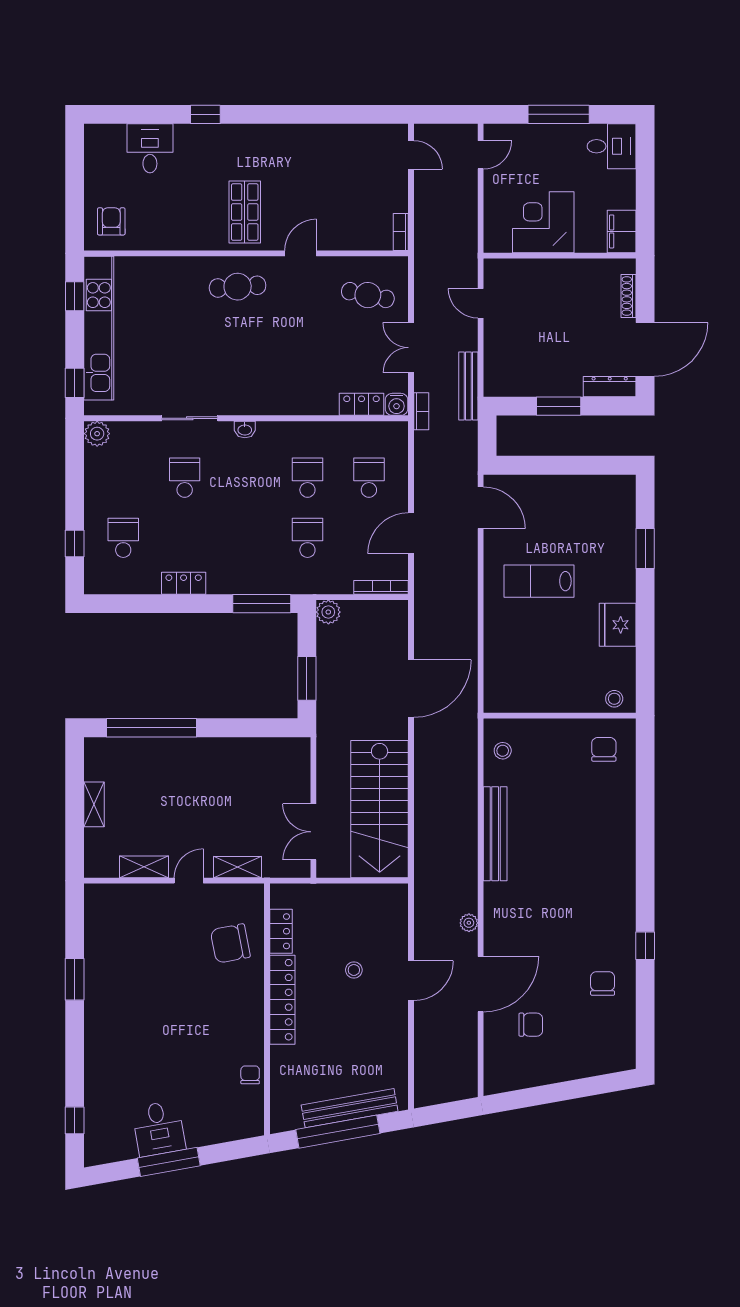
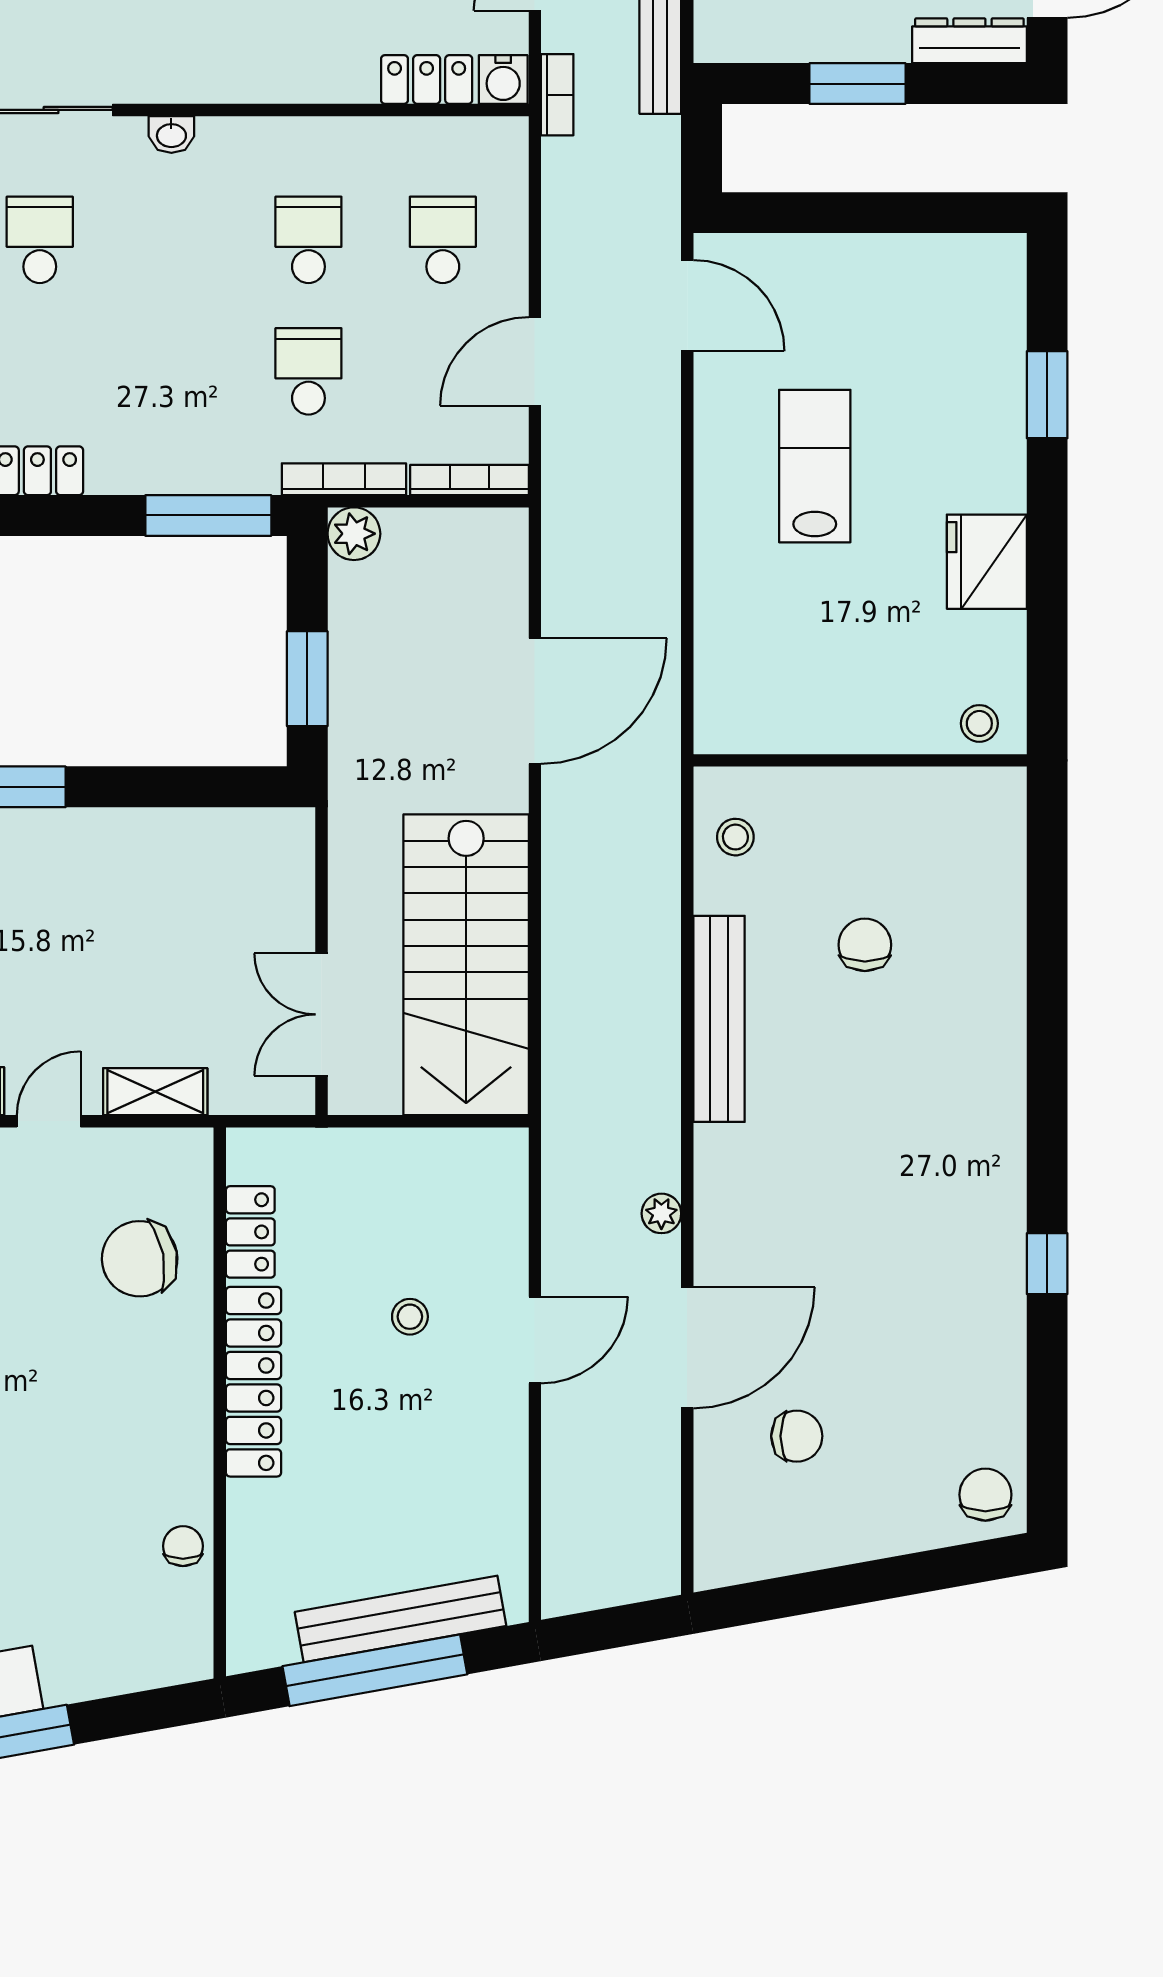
lab bench: (539, 581) -> (815, 466), turned 90
bookcase: (324, 587) -> (344, 479), added
chair: (604, 749) -> (865, 945), moved
chair: (603, 983) -> (985, 1495), moved

